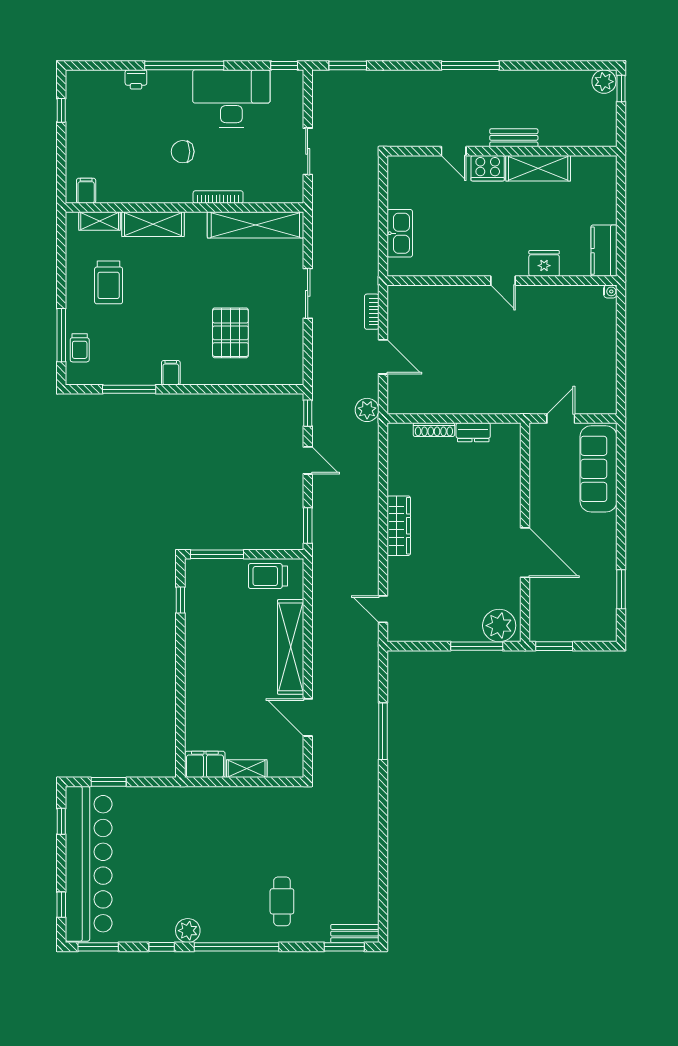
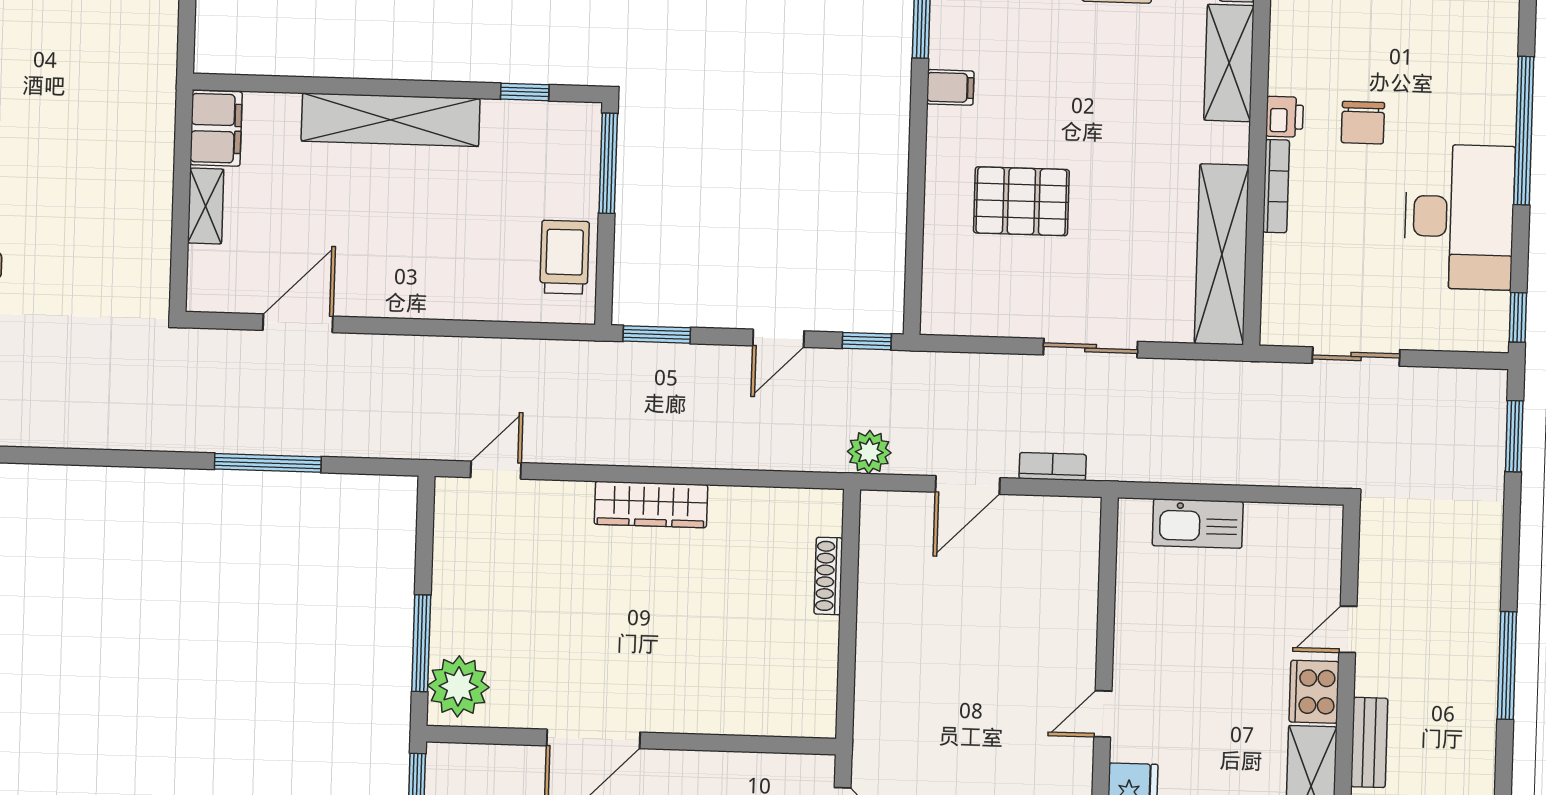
printer: (136, 79) -> (1285, 117), moved, turned 180
chair: (183, 152) -> (1363, 123), turned 180
dresser: (473, 432) -> (821, 649), removed
shelving: (291, 647) -> (391, 120), moved

